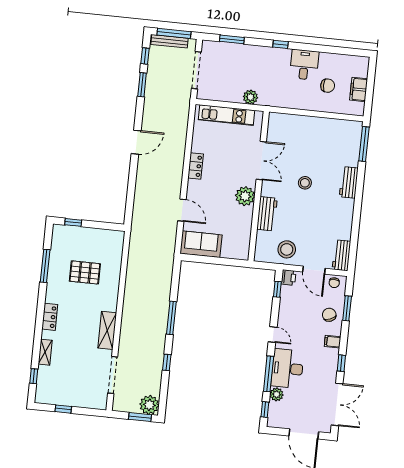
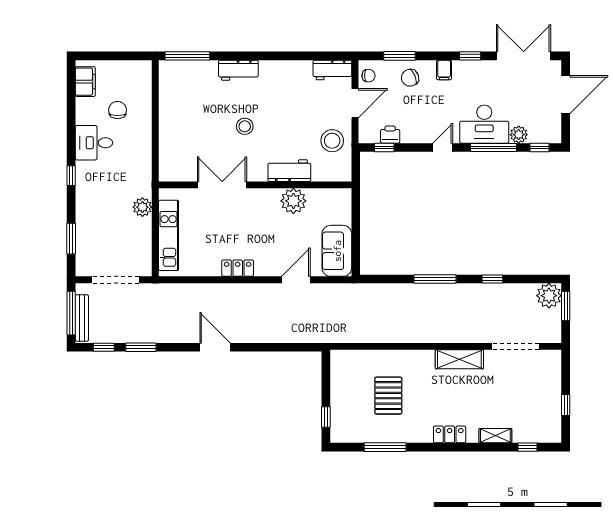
filing cabinet: (359, 89) -> (85, 82), moved, turned -90
plant: (245, 196) -> (293, 201), moved
printer: (289, 278) -> (390, 135), moved

